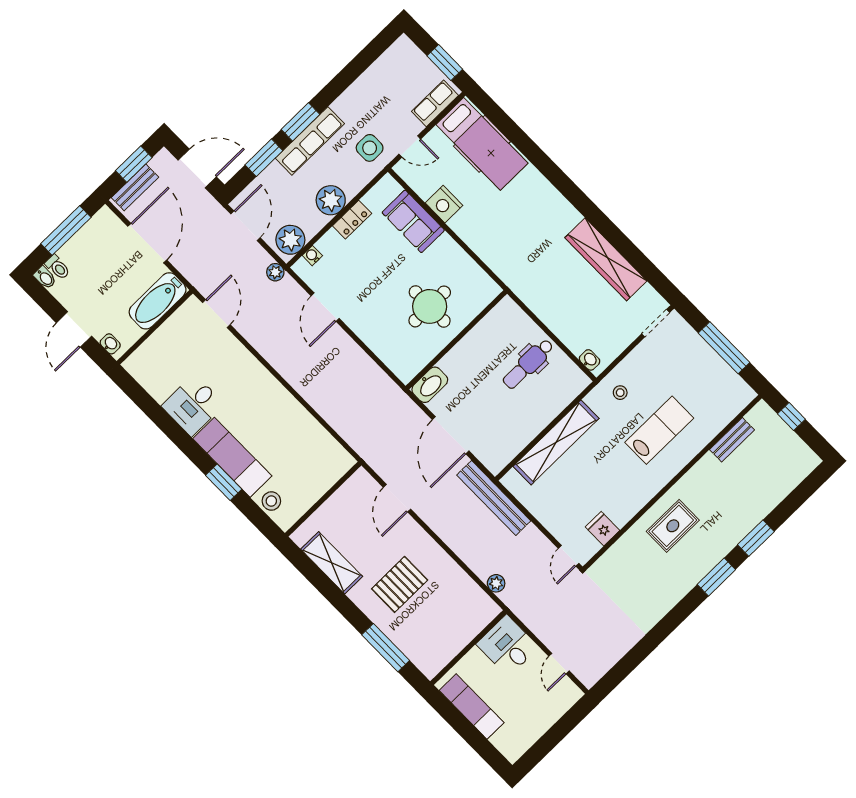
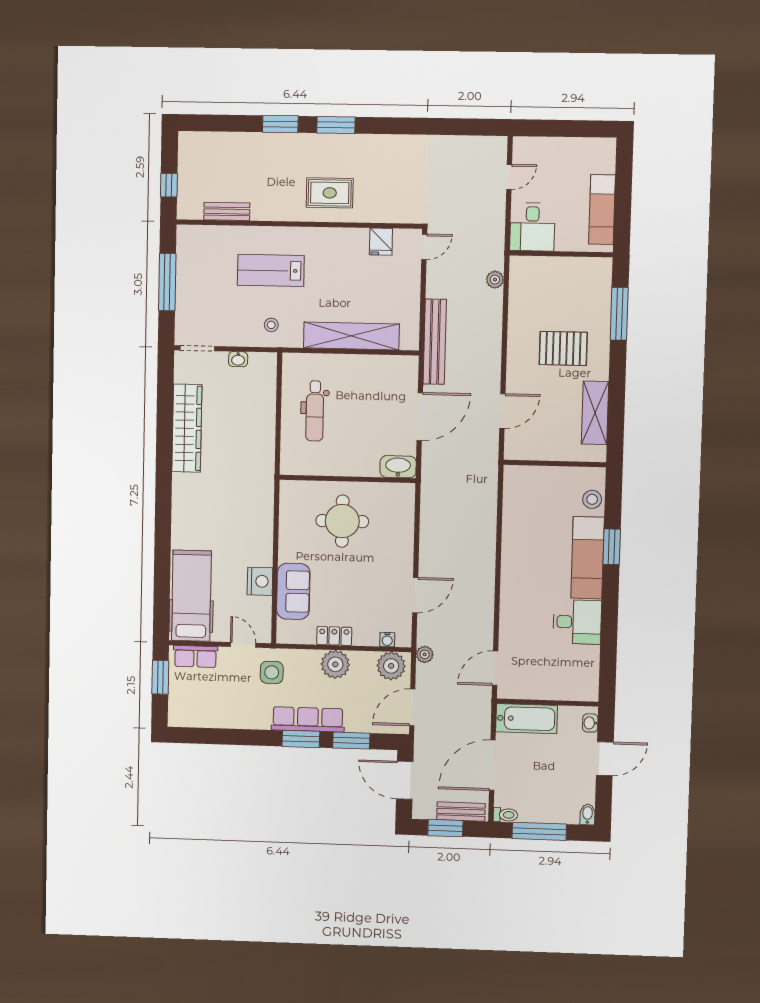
toilet: (58, 267) -> (505, 815), moved, turned 90
washbasin: (590, 360) -> (238, 359), moved, turned -90
dental chair: (528, 364) -> (315, 411), turned 90

